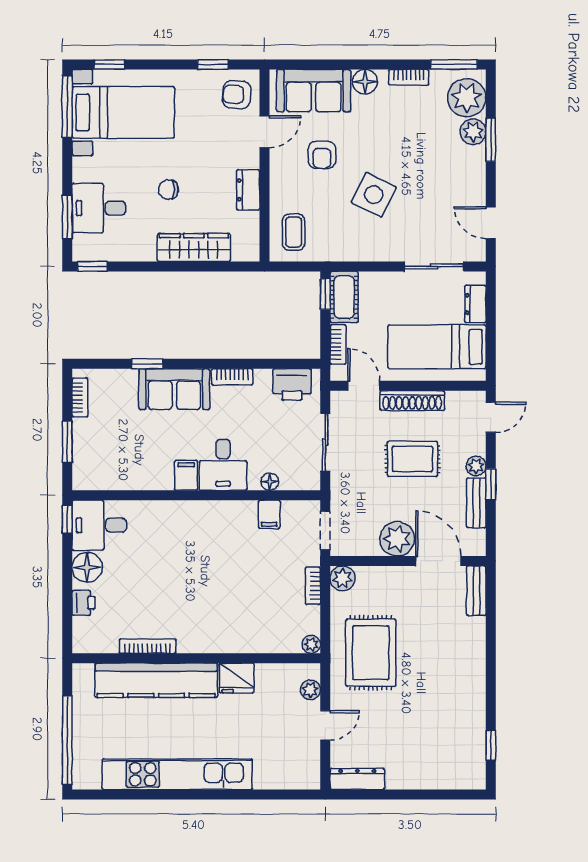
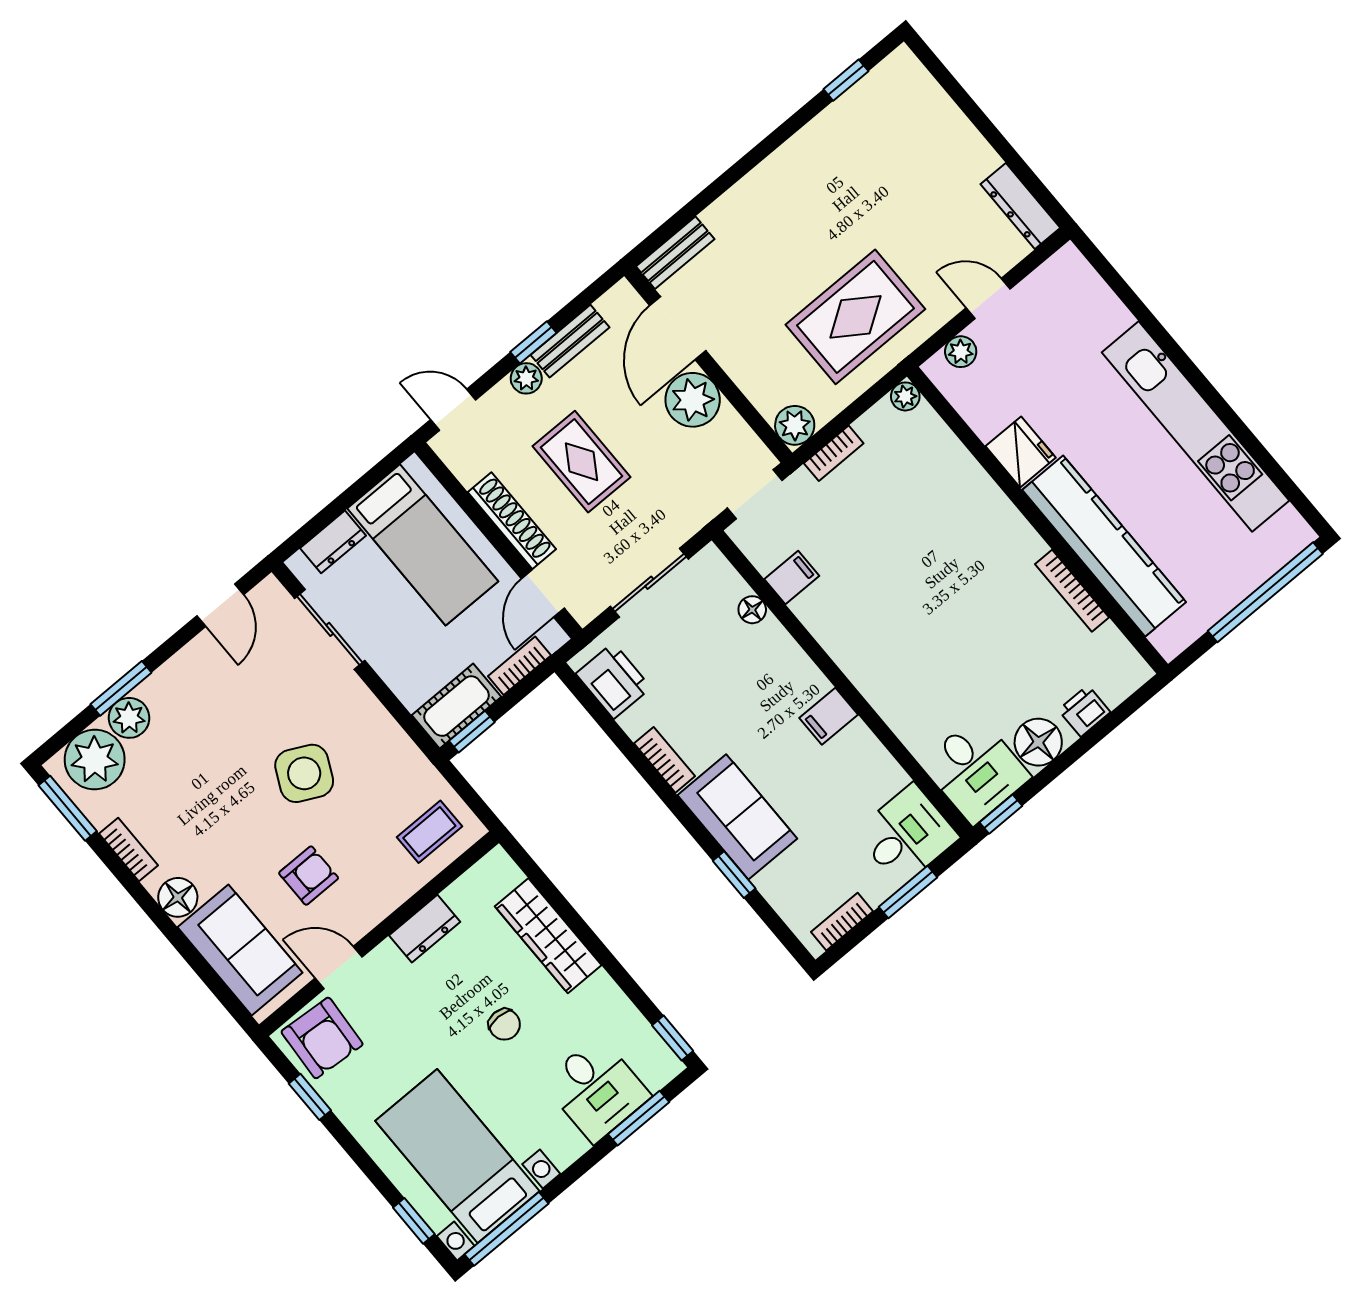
armchair: (237, 95) -> (322, 1038), width x1.38, depth x1.38
desk: (223, 465) -> (907, 835), moved

